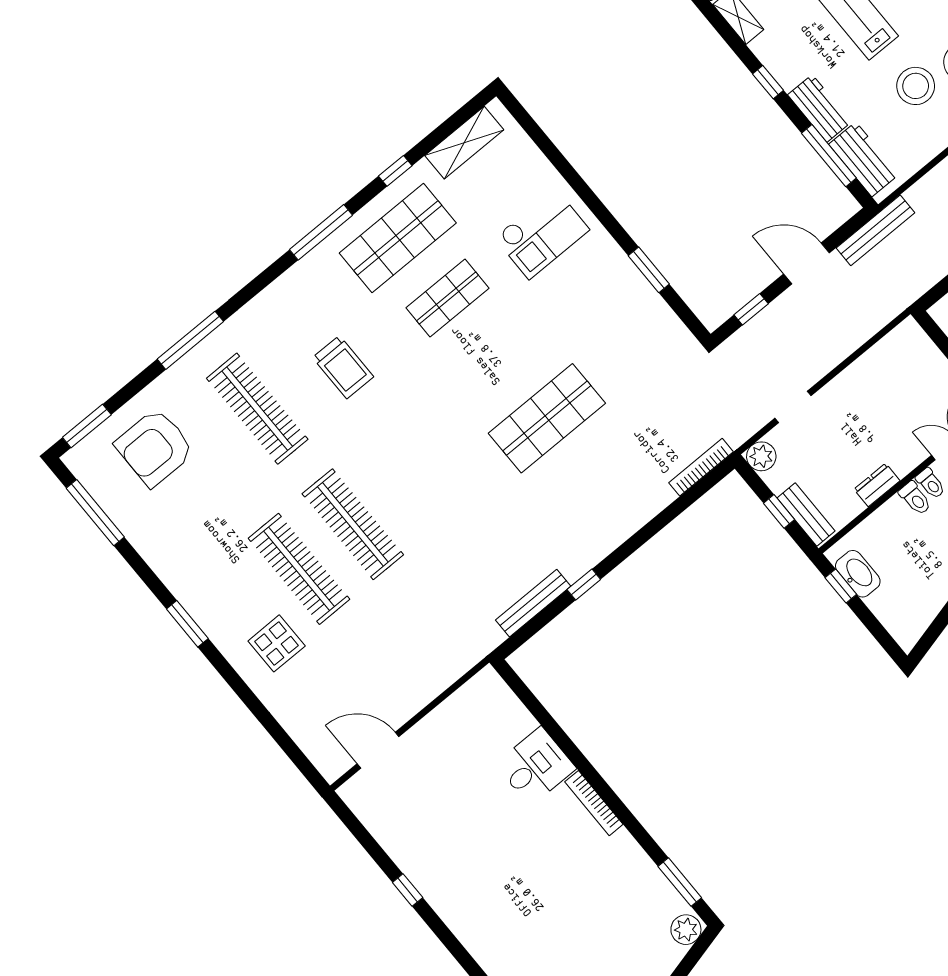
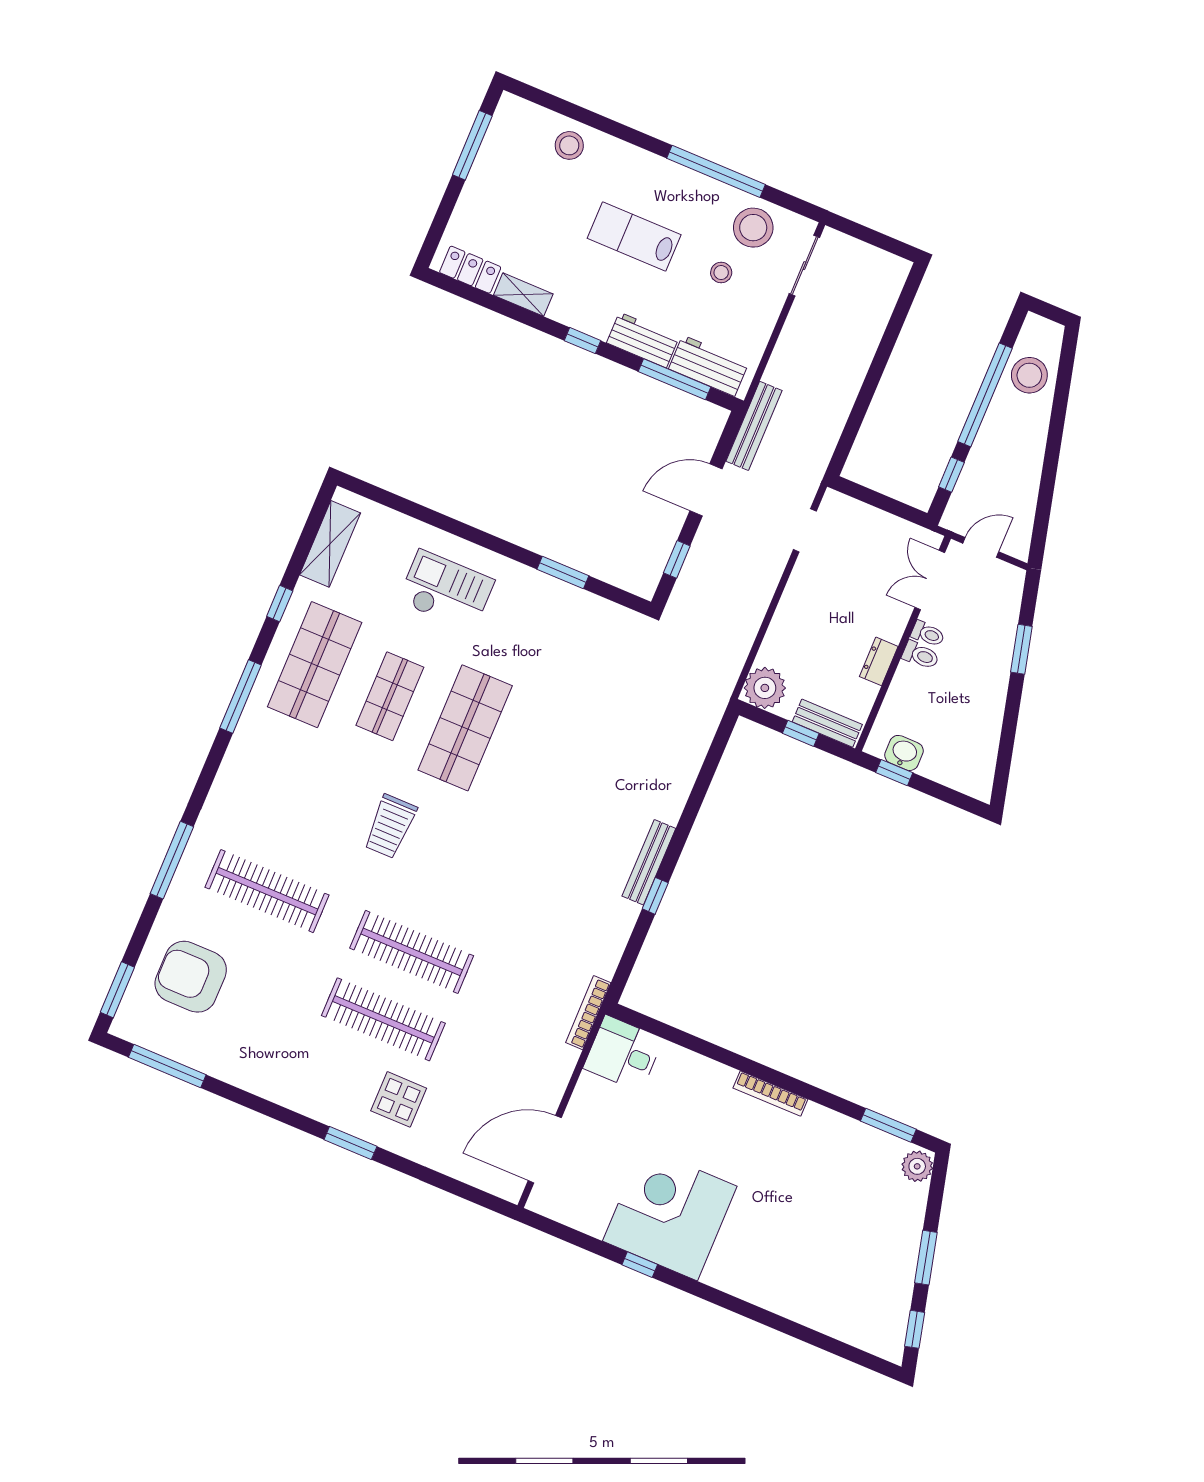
stool: (916, 86) -> (721, 273), width x0.53, depth x0.53
checkout: (542, 234) -> (446, 591), turned -90
trolley: (343, 367) -> (390, 826), moved, turned 90
doorway: (793, 407) -> (805, 530), moved
shop shelf: (547, 418) -> (465, 728), moved
armchair: (155, 447) -> (191, 977), turned 90
plant: (761, 456) -> (765, 688), width x1.36, depth x1.36
bookcase: (701, 467) -> (588, 1013), moved
washbasin: (858, 574) -> (904, 753), width x0.72
bench: (533, 603) -> (649, 862), moved
window: (187, 624) -> (350, 1143), moved
door: (378, 750) -> (545, 1149), width x1.36
desk: (536, 766) -> (623, 1054), moved, turned -90
corner desk: (456, 860) -> (670, 1214), added

